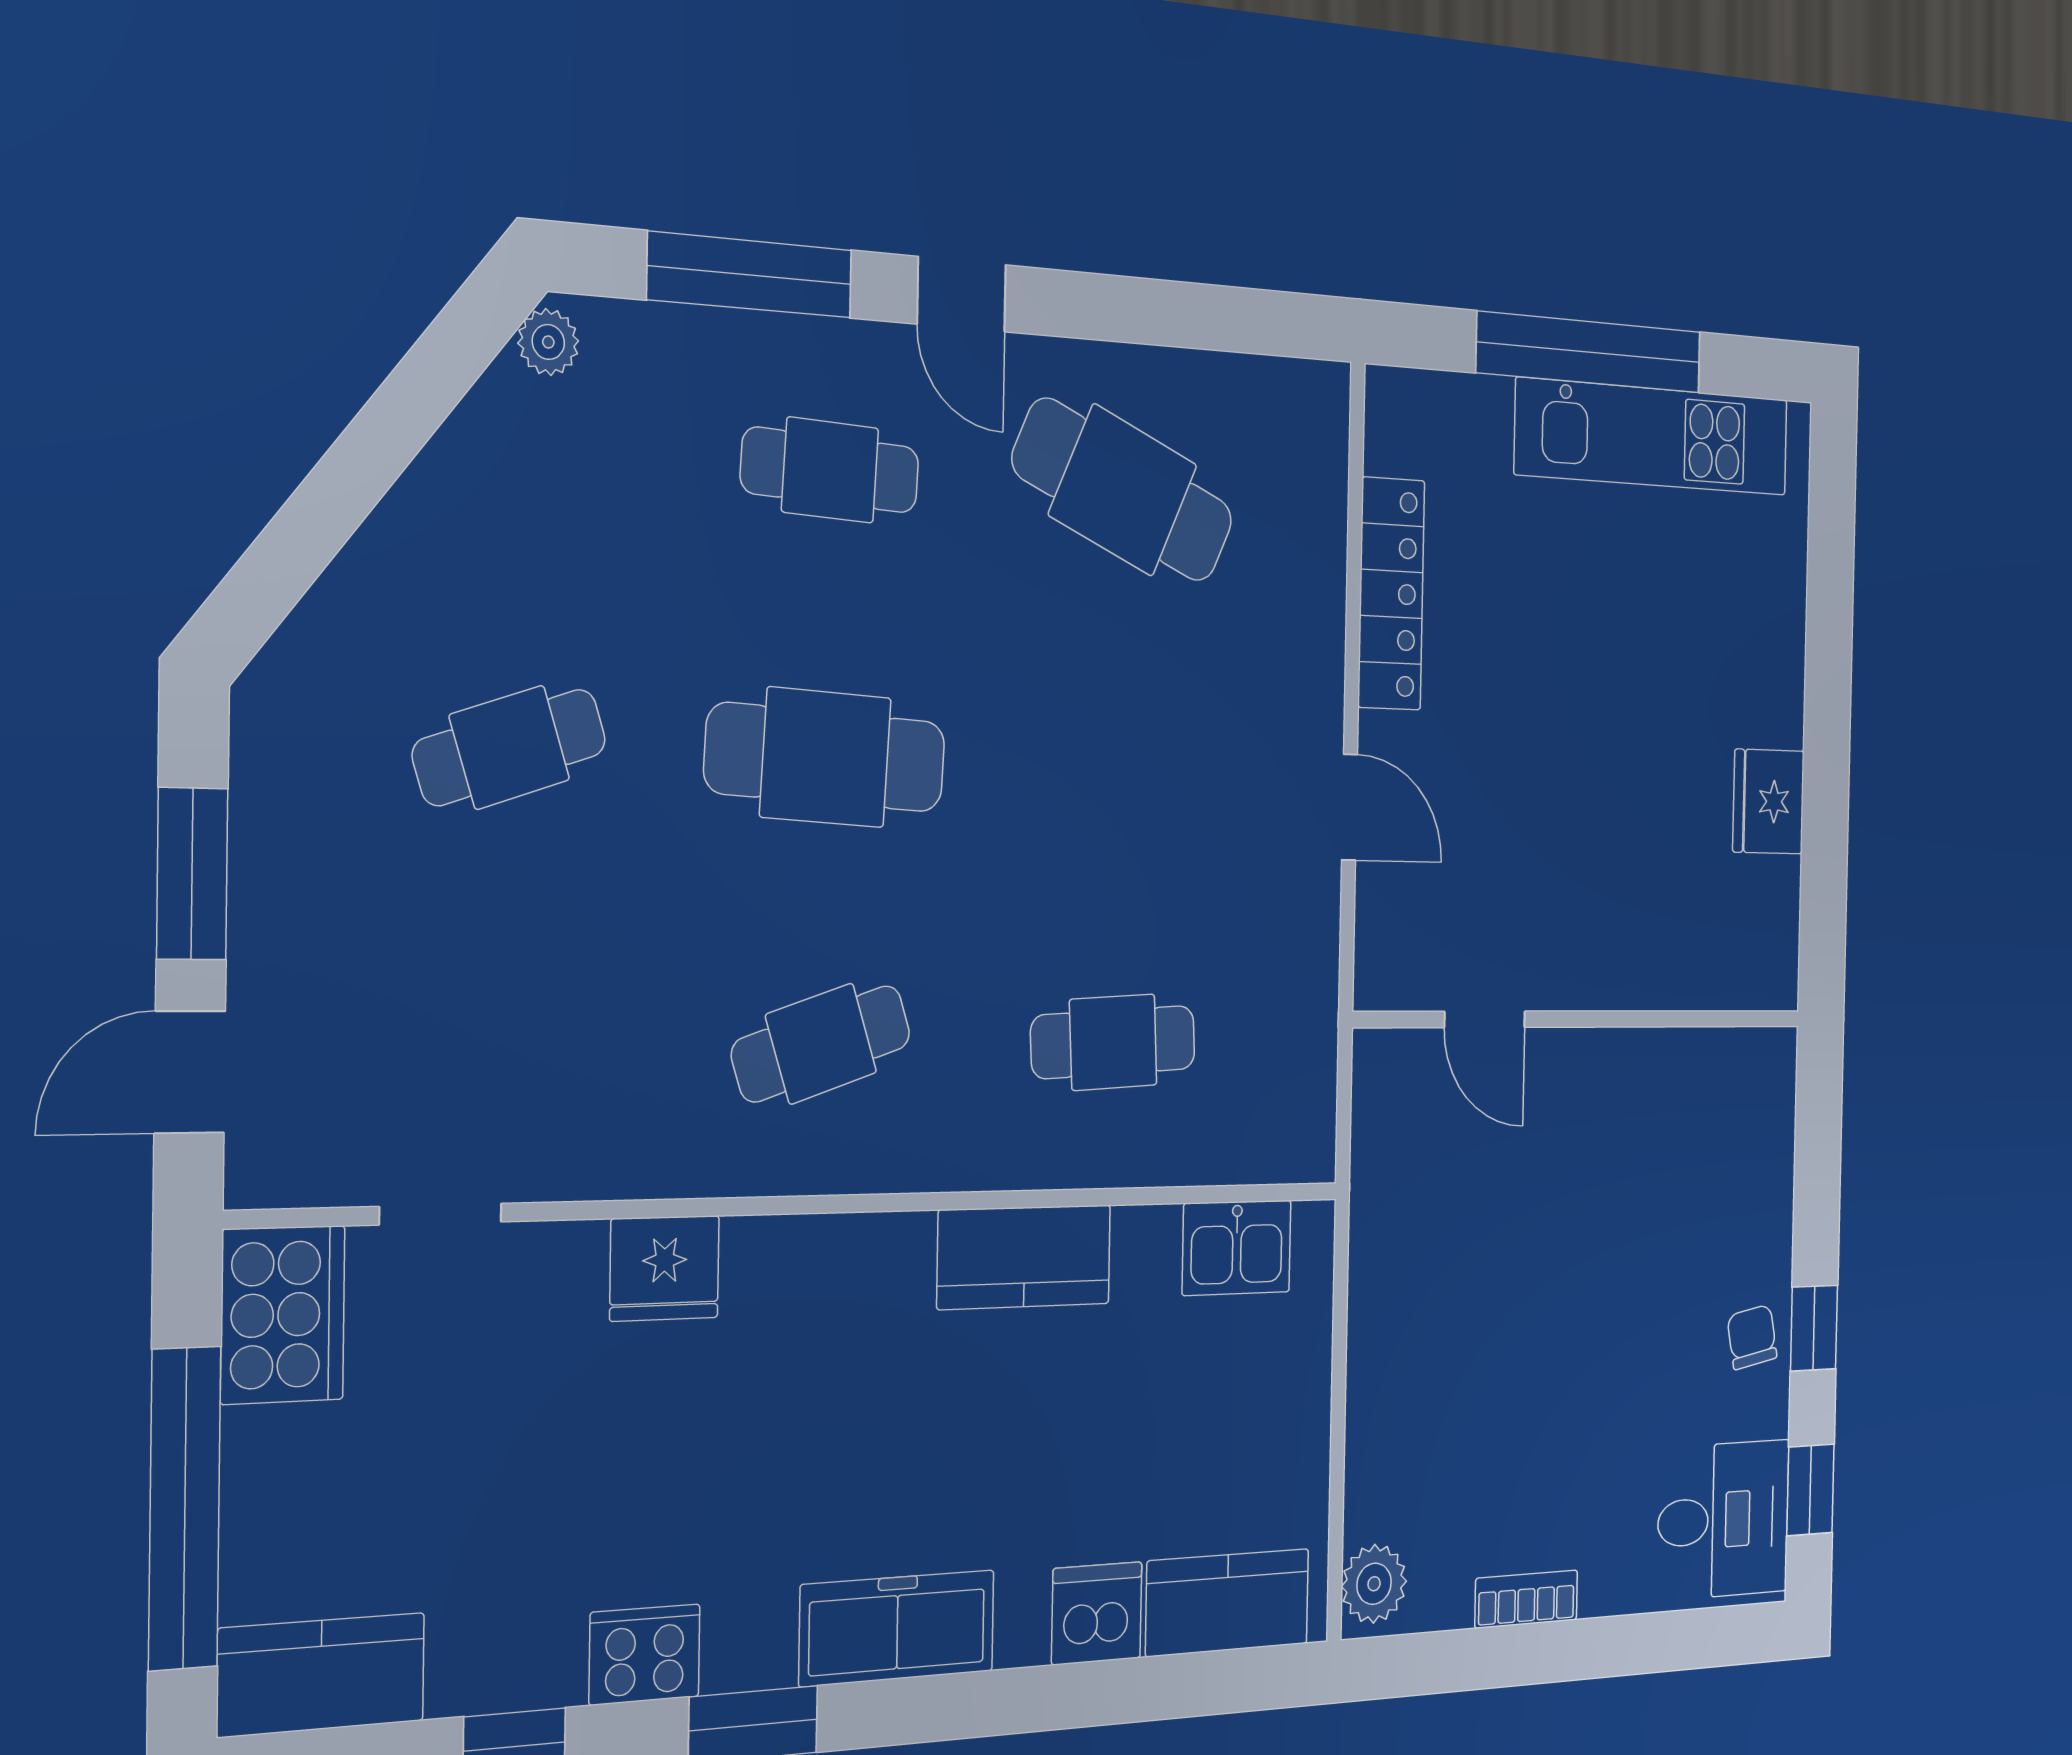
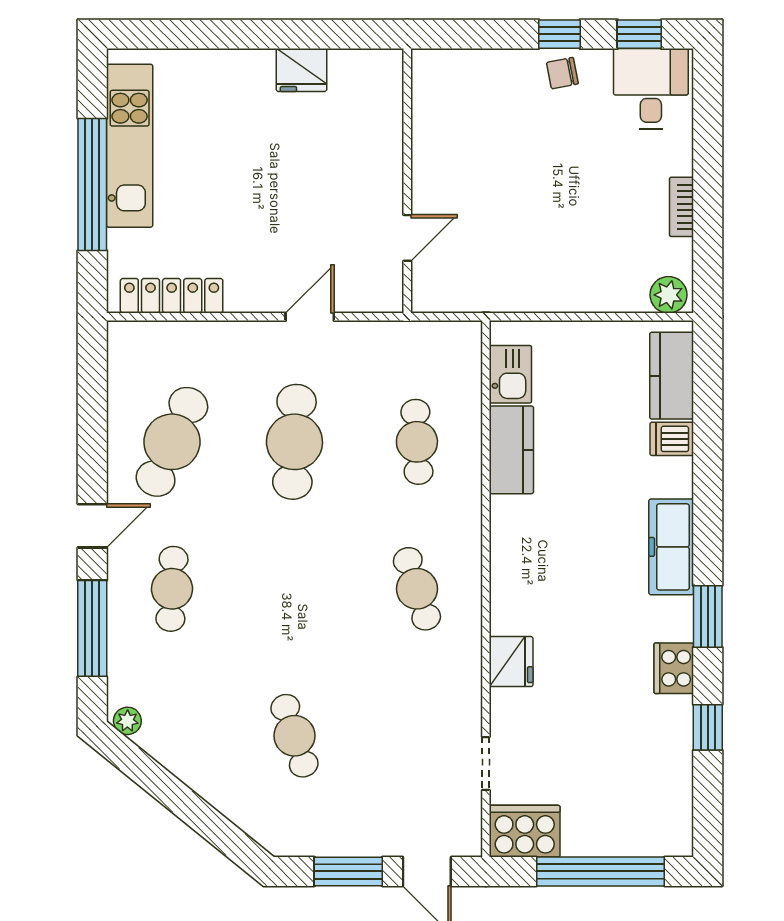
locker: (1391, 594) -> (172, 296), moved
cafe table: (826, 757) -> (294, 442), moved
kitchen counter: (1024, 1257) -> (511, 450), moved
dishwasher: (1097, 1613) -> (672, 439), width x0.73
kitchen counter: (321, 1675) -> (671, 813), removed

